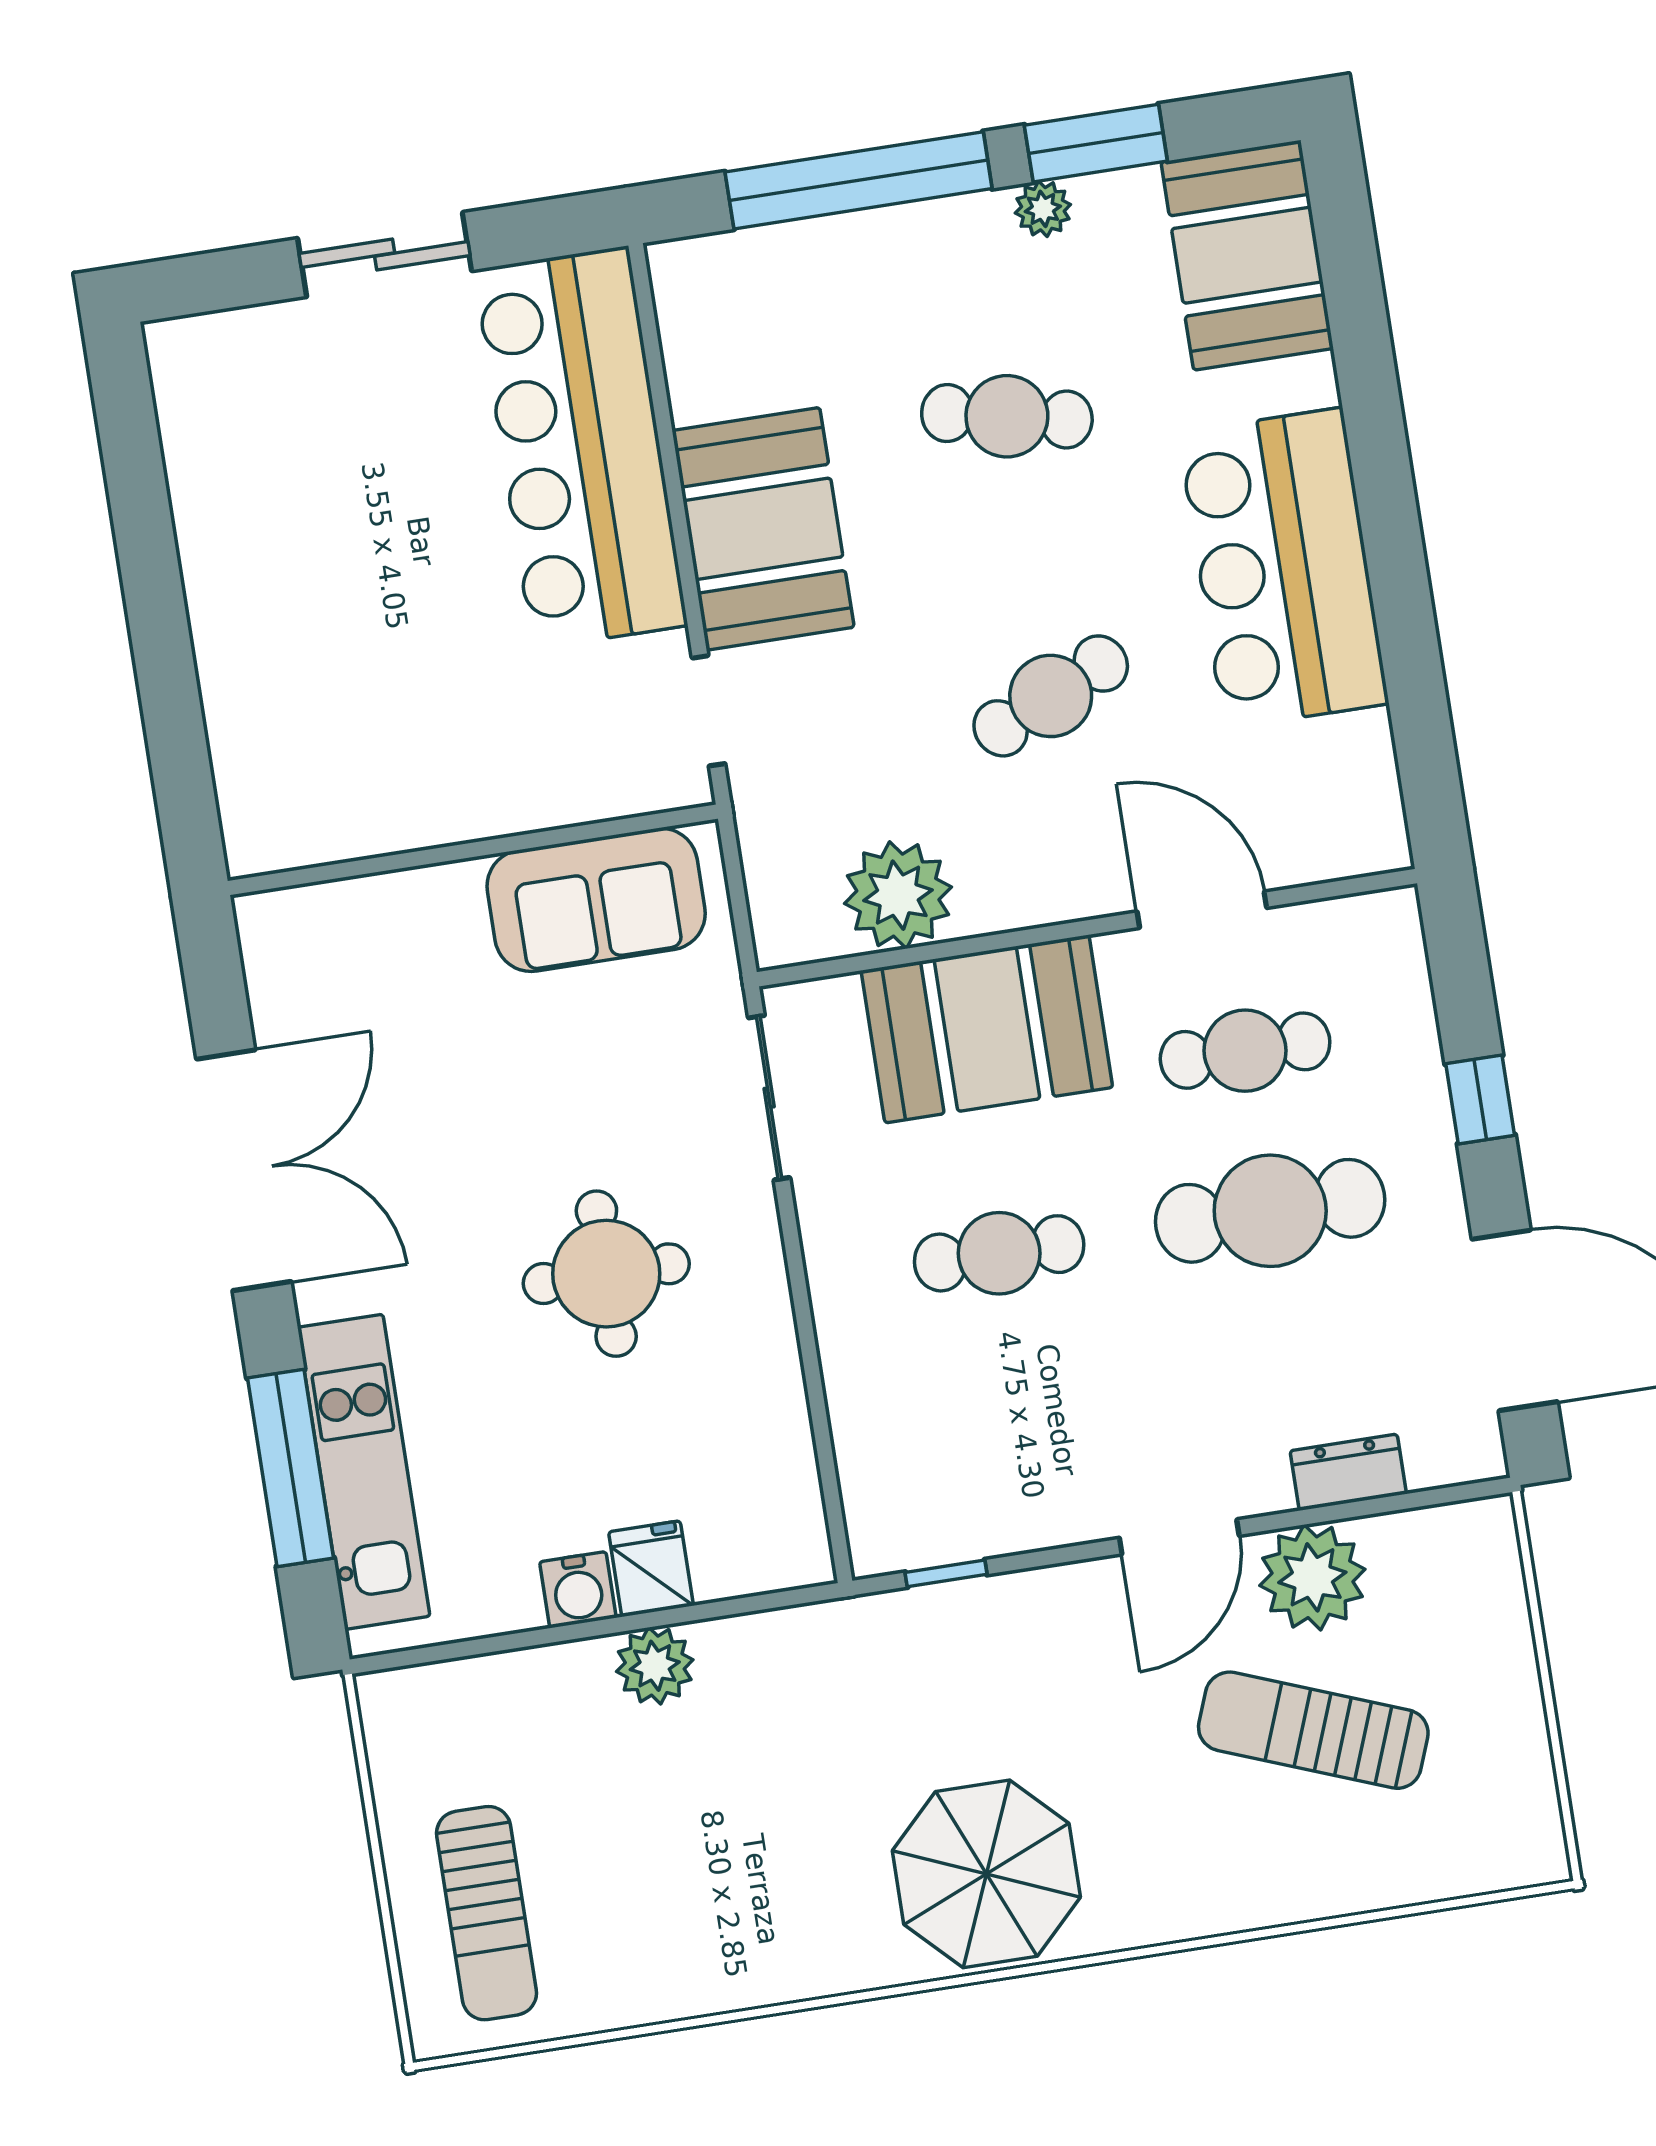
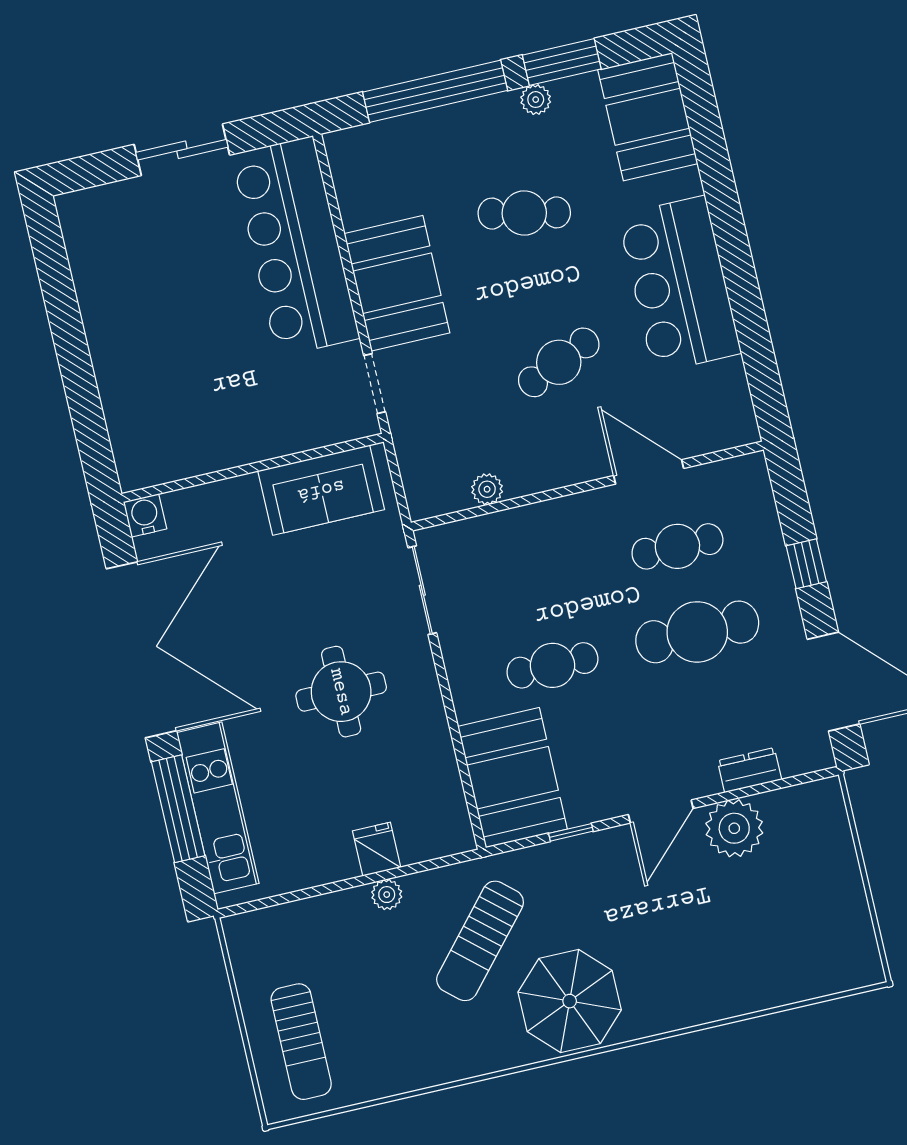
plant: (898, 895) -> (487, 489), width x0.53, depth x0.53
booth: (987, 1029) -> (513, 778), moved, turned 90
double door: (244, 1170) -> (141, 650), width x1.36
window: (946, 1573) -> (571, 832), moved
water cooler: (578, 1590) -> (145, 515), moved, turned 180
plant: (655, 1666) -> (387, 895), width x0.73, depth x0.73
sun lounger: (1313, 1730) -> (480, 941), moved, turned -70

